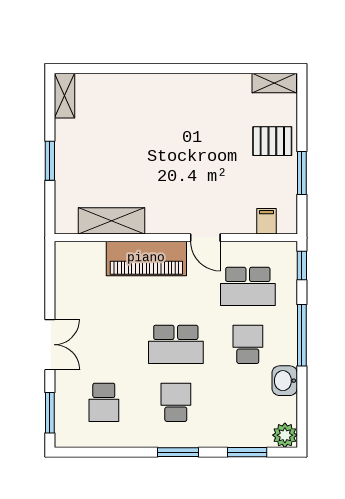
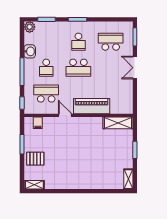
shelving: (112, 221) -> (118, 123), moved
school desk: (176, 344) -> (78, 68), turned 180
school desk: (104, 402) -> (111, 42), width x1.85

